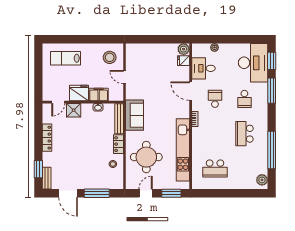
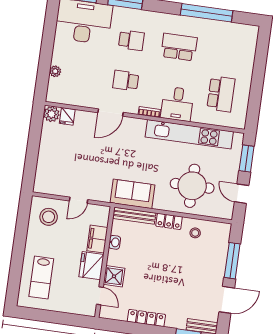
desk: (203, 68) -> (177, 104), moved
school desk: (244, 134) -> (179, 47), turned 180
plant: (262, 180) -> (246, 32), removed

